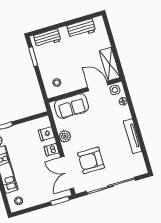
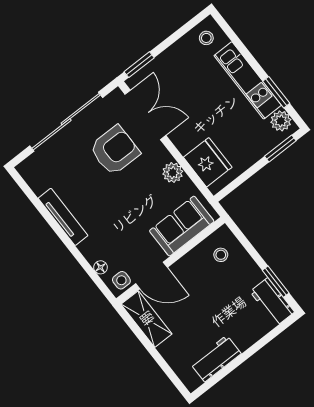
workbench: (47, 38) -> (272, 302), moved, turned -90
fridge: (46, 134) -> (208, 162), width x1.88, depth x1.34
dishwasher: (52, 150) -> (186, 142), removed

